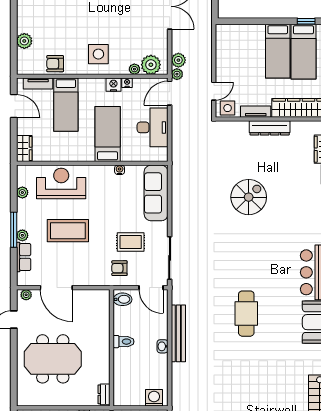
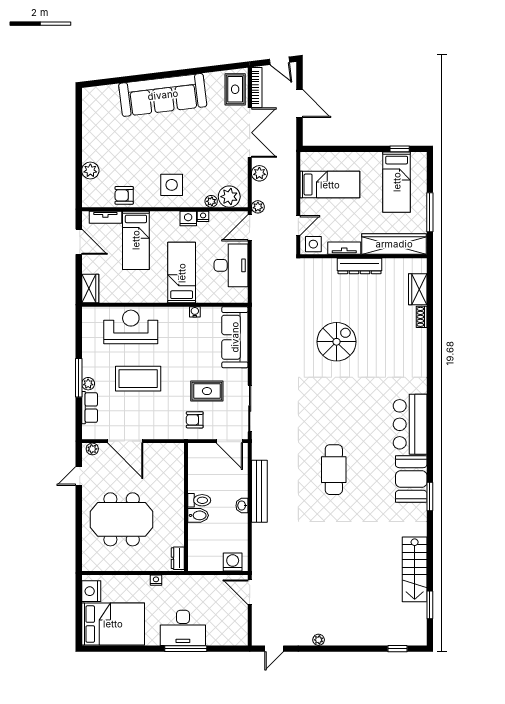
bed: (278, 51) -> (330, 185), moved, turned -90
plant: (178, 60) -> (259, 173), moved
plant: (22, 192) -> (88, 337), removed
bidet: (123, 299) -> (198, 515), moved

